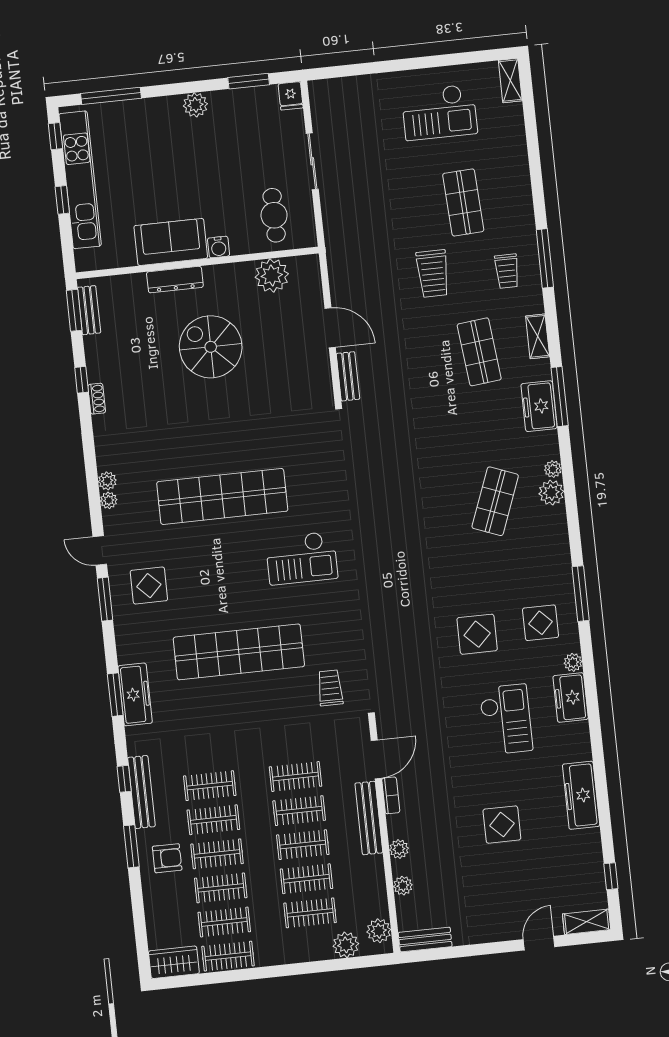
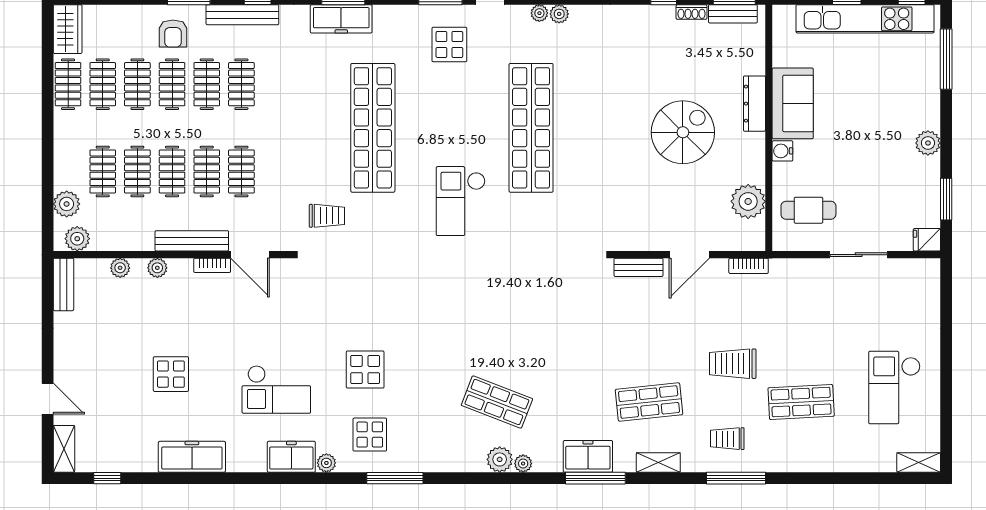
bookcase: (335, 268) -> (749, 266), added
shoe rack: (97, 399) -> (691, 12), moved

